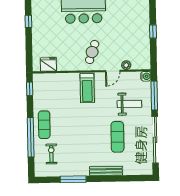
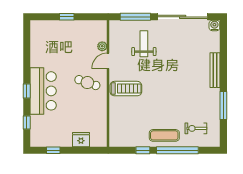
fridge: (48, 64) -> (81, 140), moved, turned 90
door: (113, 71) -> (108, 61), swing flipped
water cooler: (146, 76) -> (214, 26), moved
window: (30, 89) -> (143, 150), moved
exercise mat: (117, 137) -> (179, 57), removed

